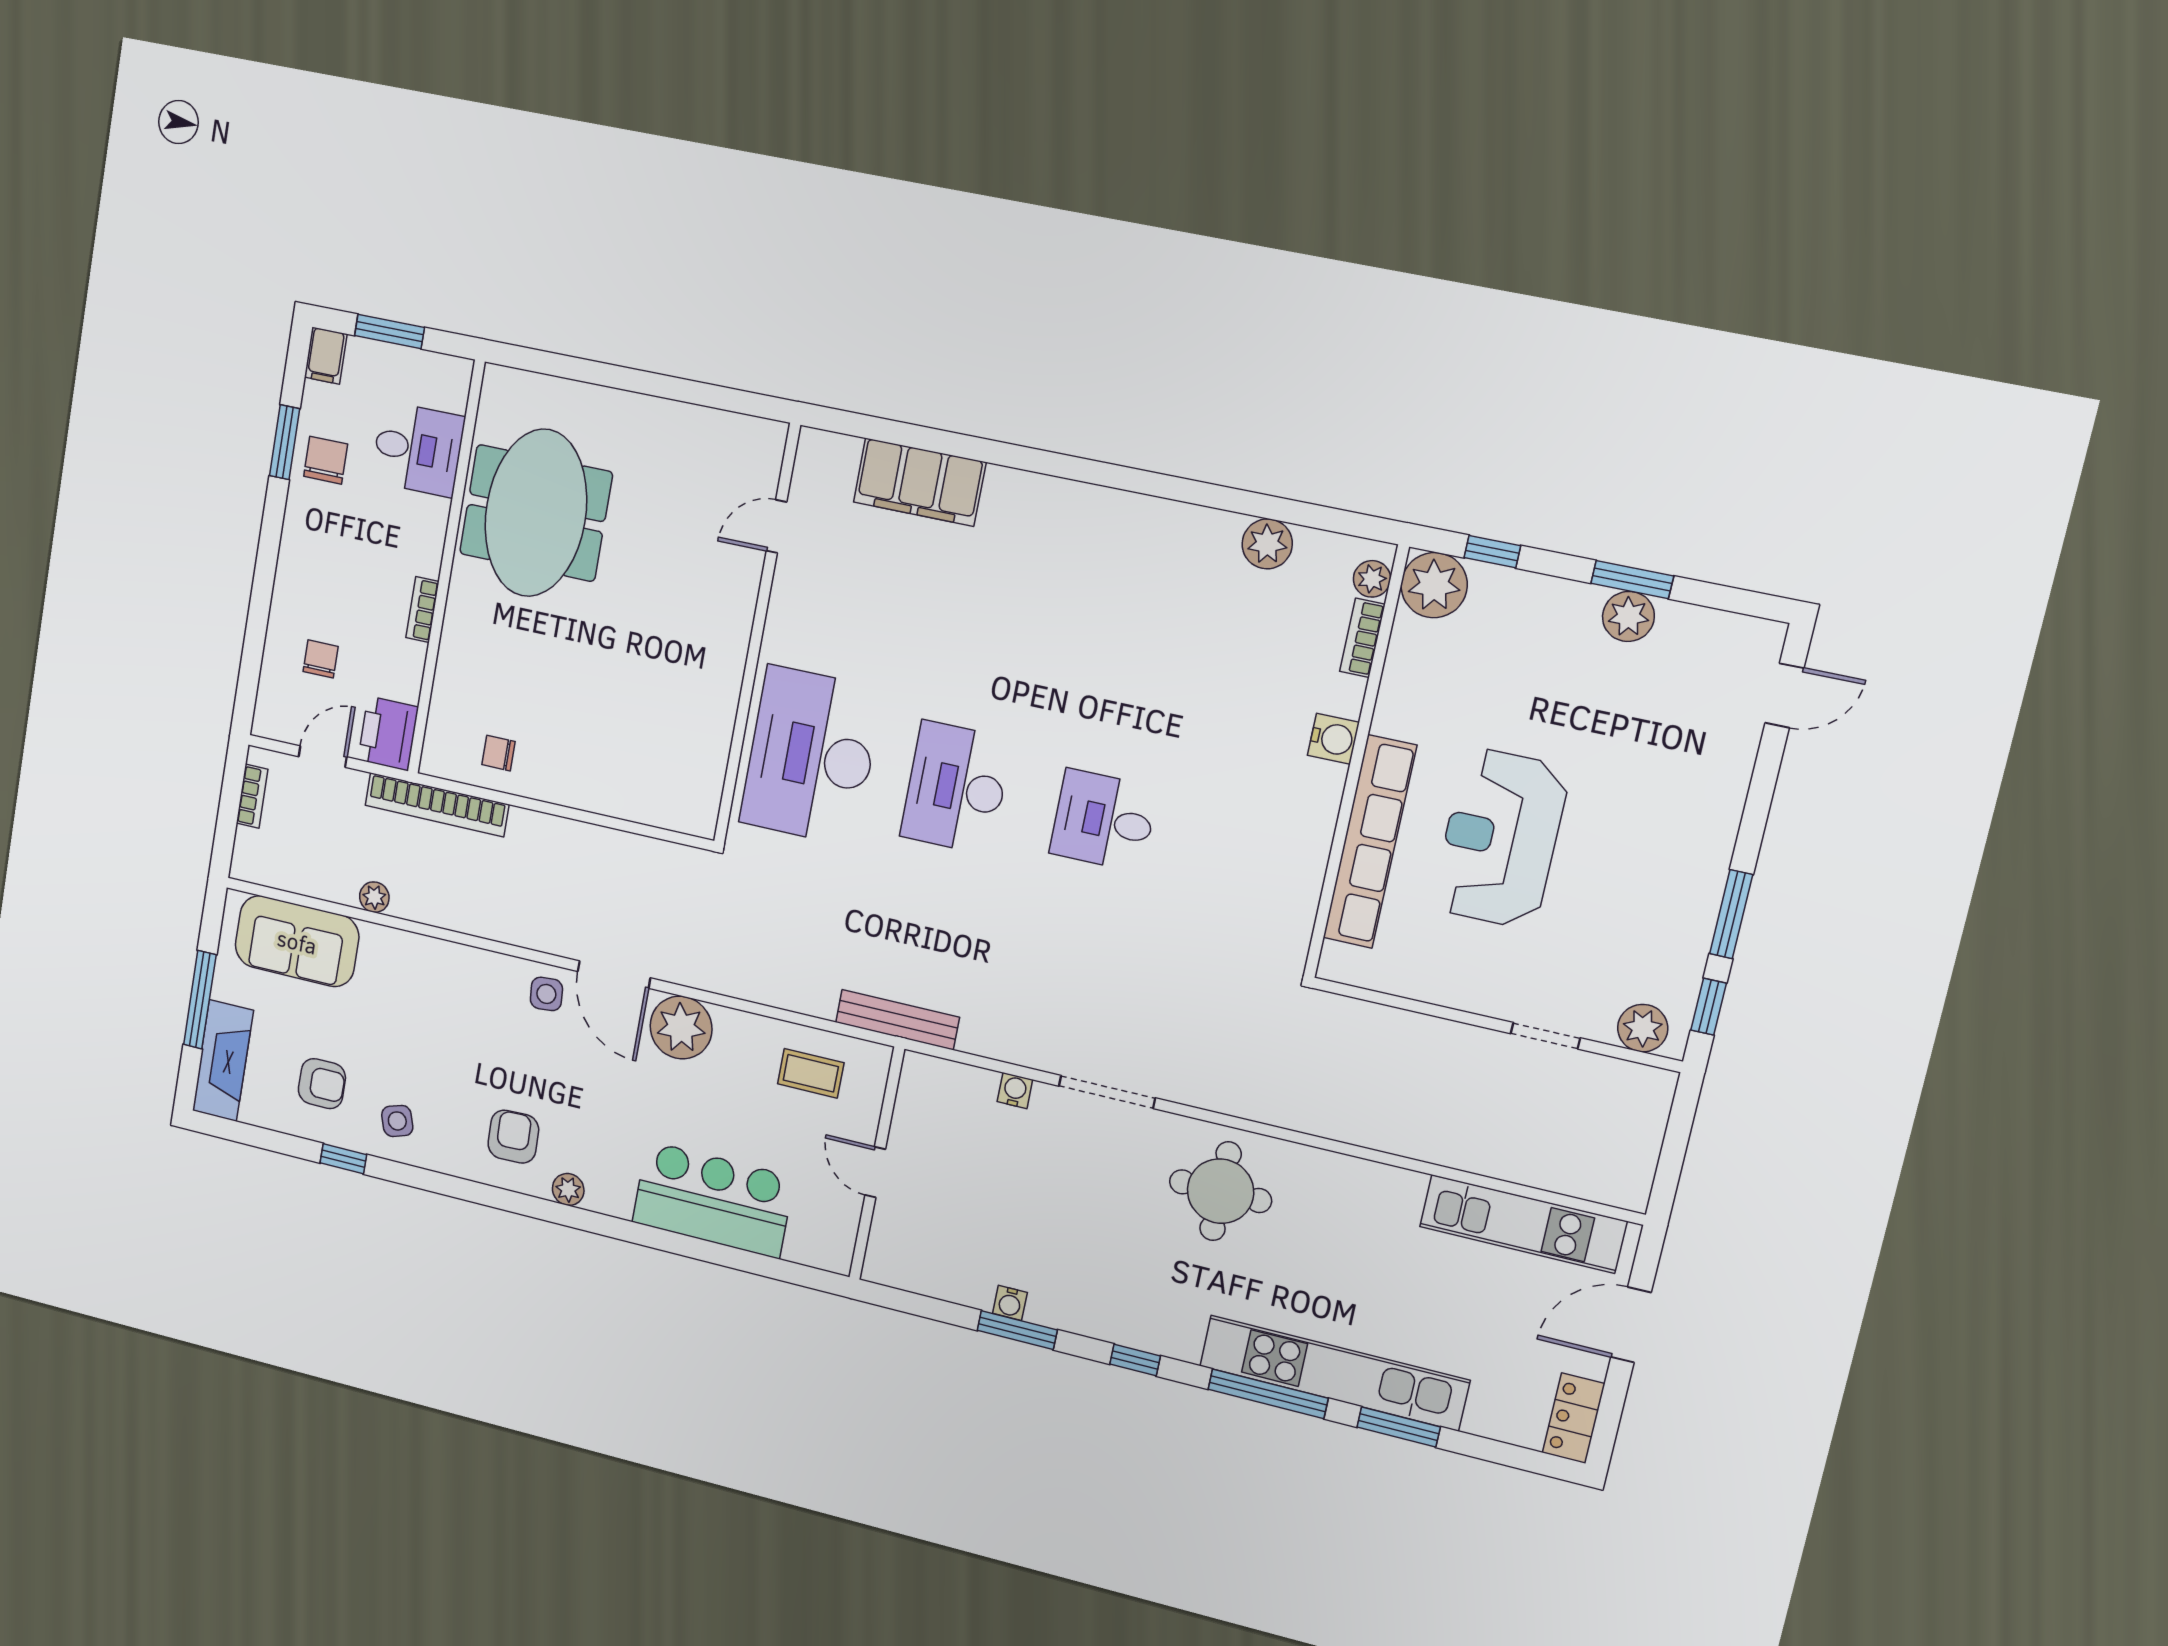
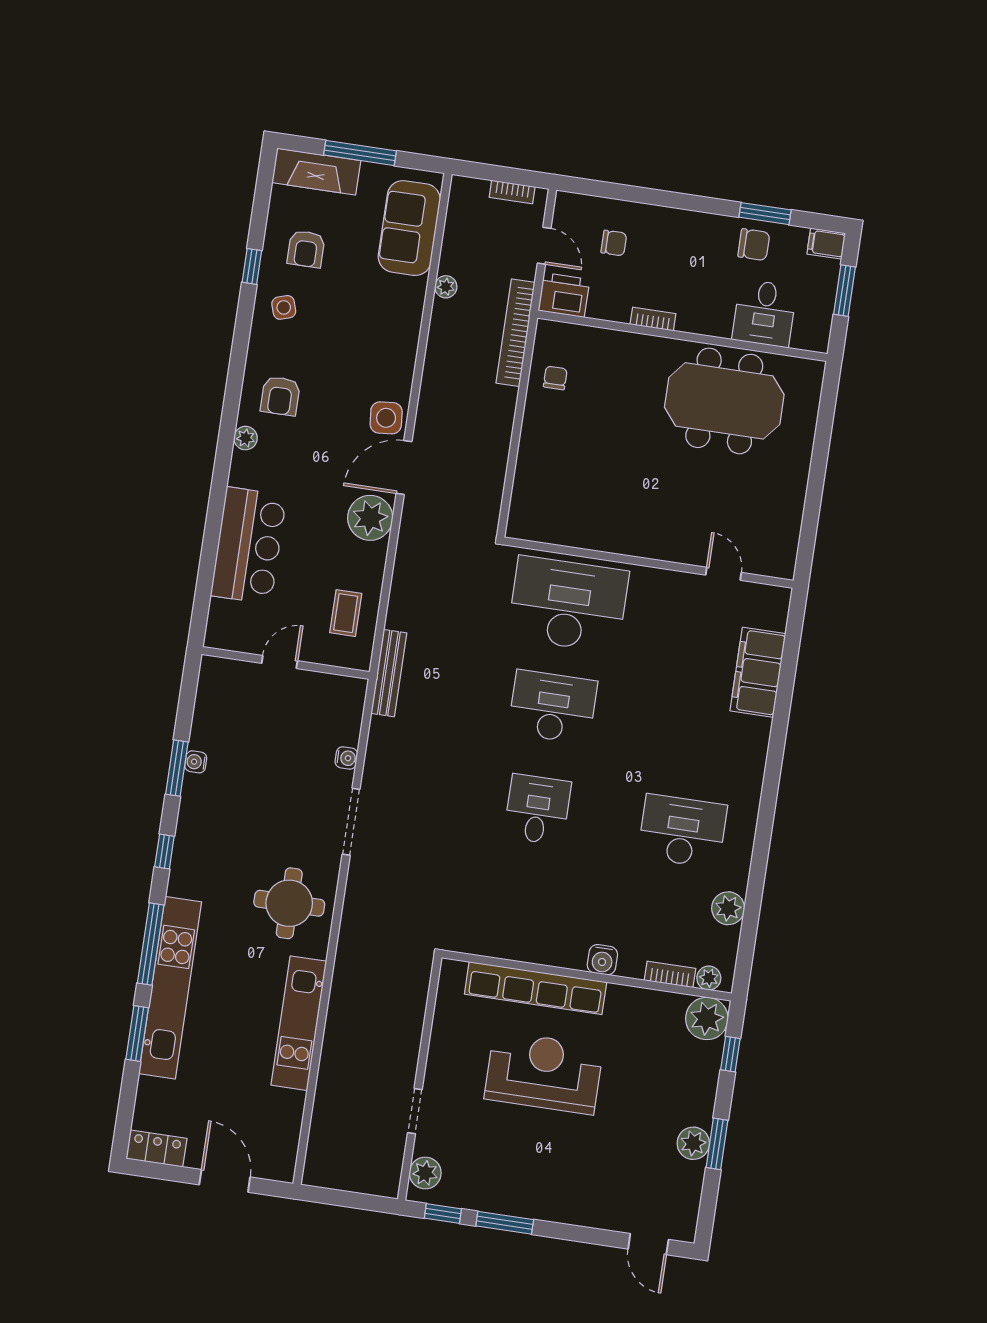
desk: (1147, 607) -> (682, 831), added
side table: (546, 994) -> (386, 418), width x1.37, depth x1.37
armchair: (513, 1137) -> (280, 396), turned 92
kitchen unit: (1523, 1224) -> (299, 1023), moved

